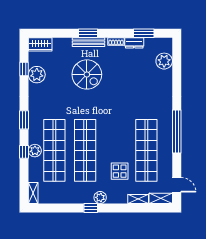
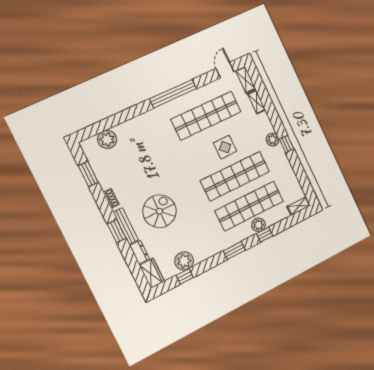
dresser: (134, 43) -> (140, 252), moved
display table: (120, 171) -> (225, 147), moved

